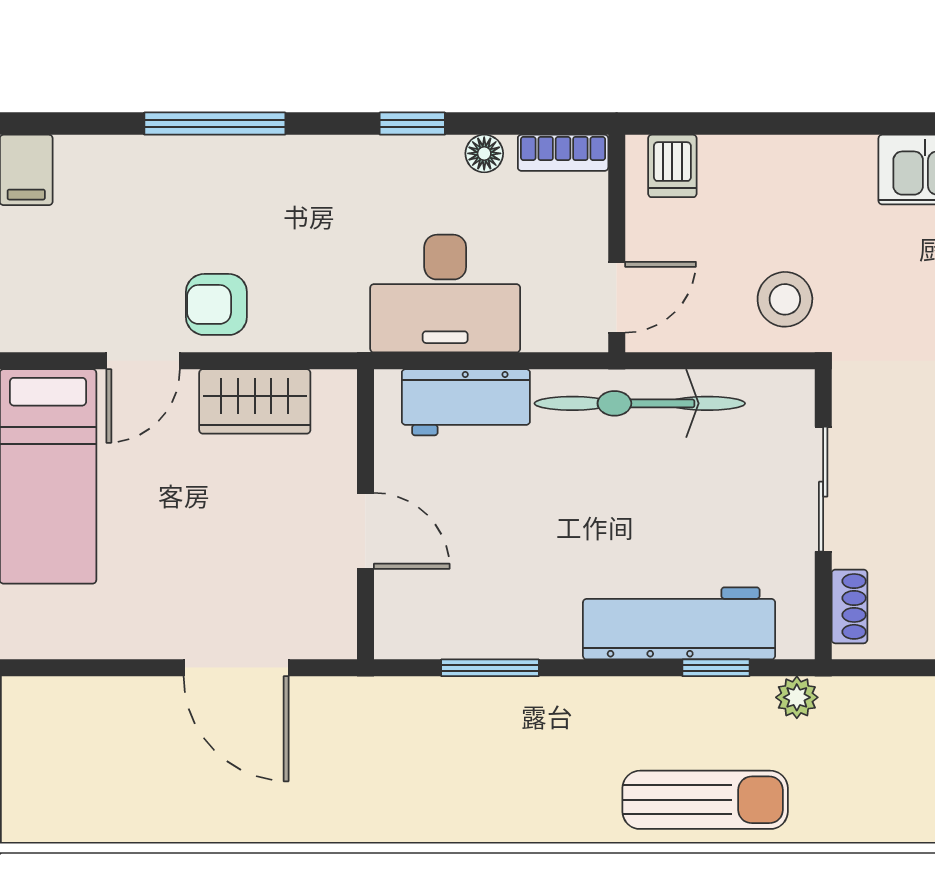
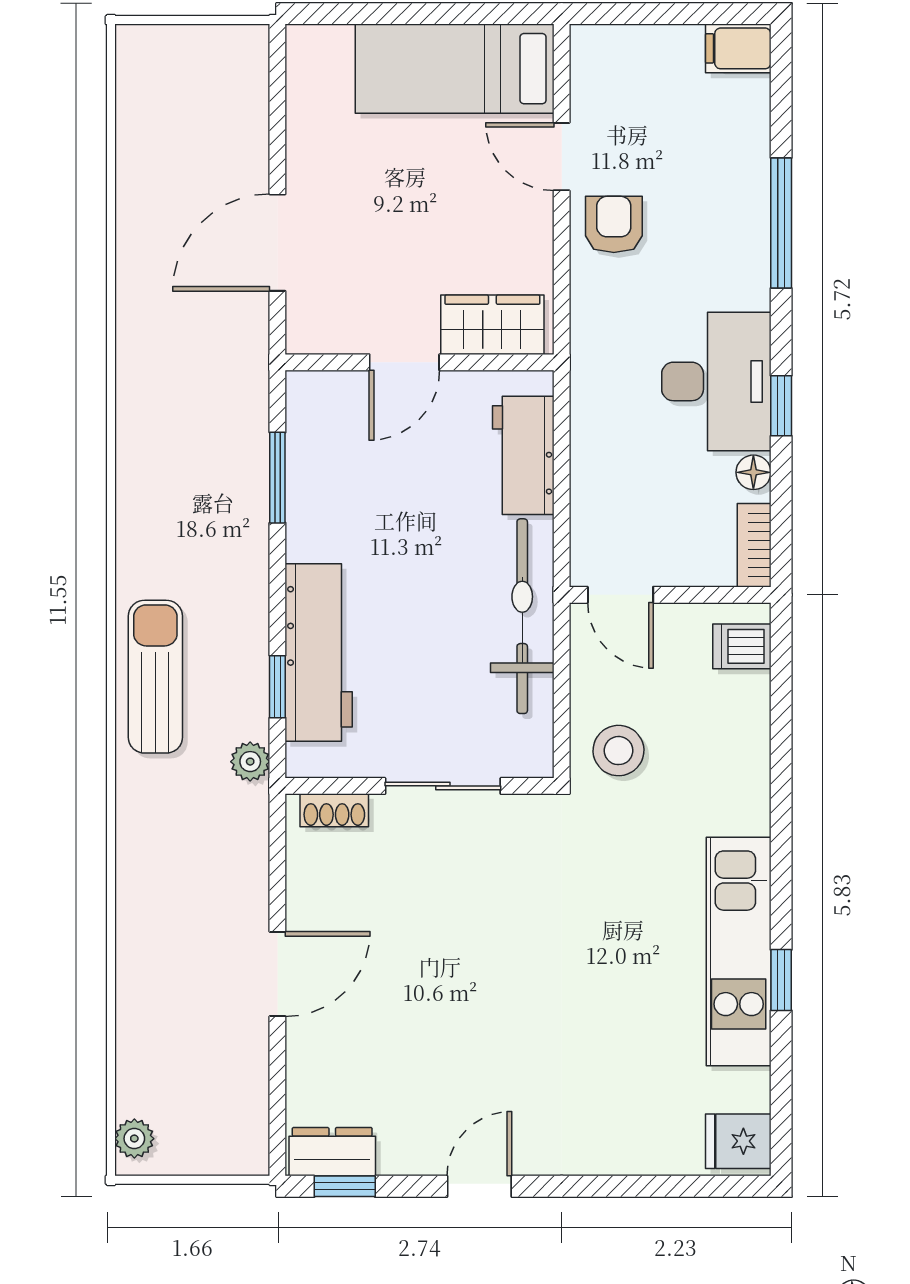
desk: (445, 294) -> (716, 381), moved, turned 180
wardrobe: (255, 401) -> (492, 325), moved, turned 90
sun lounger: (705, 800) -> (155, 677), turned 180

